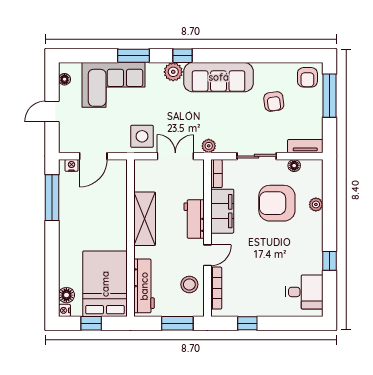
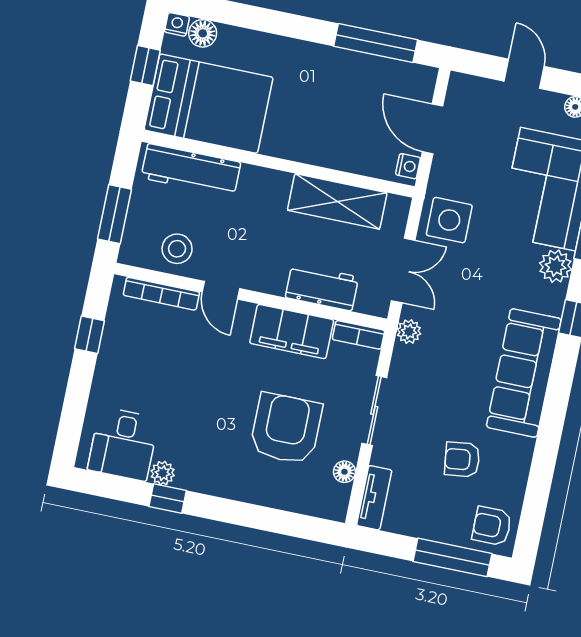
plant: (173, 72) -> (556, 266), moved
nightstand: (71, 165) -> (408, 166), moved
plant: (316, 204) -> (163, 473), moved
shelving: (145, 219) -> (337, 201), moved
workbench: (194, 219) -> (322, 287), moved

